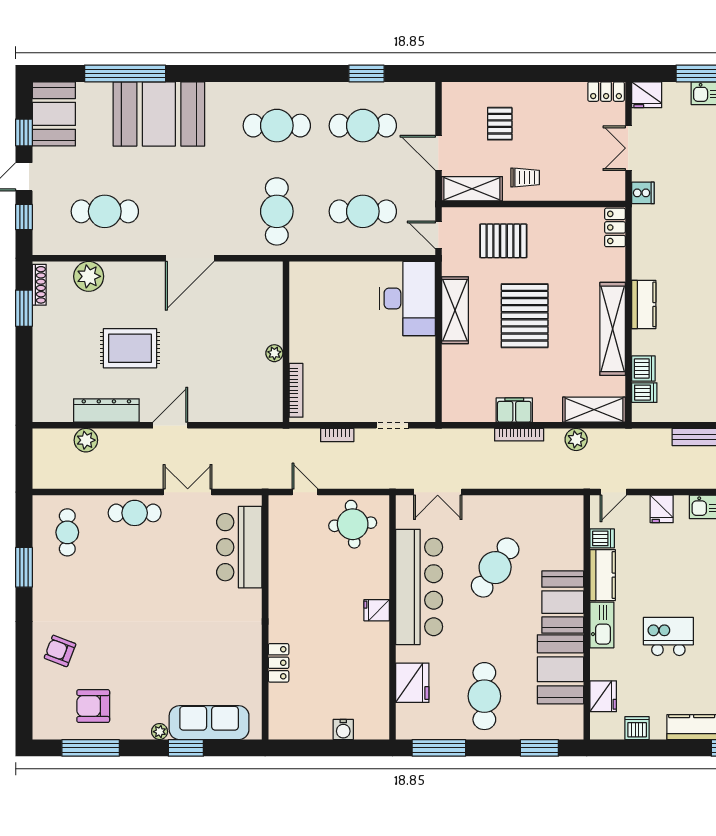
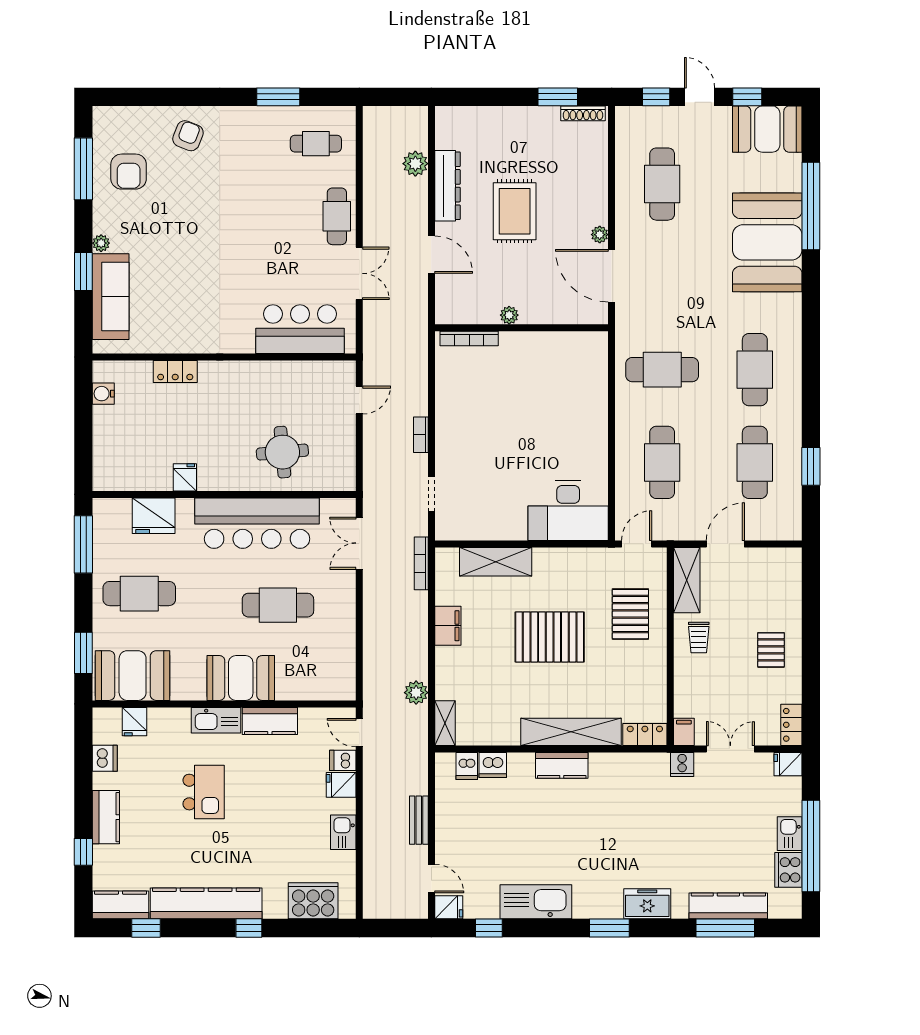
fridge: (647, 95) -> (788, 764), width x0.72
pallet: (500, 124) -> (771, 650), moved, turned 90
filing cabinet: (613, 191) -> (684, 732), added
plant: (89, 276) -> (600, 235), moved, width x0.53, depth x0.53
shelving: (455, 310) -> (496, 562), moved
shelving: (613, 329) -> (571, 732), moved
wall: (286, 342) -> (522, 328), moved
plant: (274, 353) -> (509, 315), moved
bookcase: (296, 390) -> (469, 339), moved
shelving: (594, 410) -> (445, 723), width x0.67, depth x0.75
bookcase: (519, 435) -> (421, 563), moved
round table: (353, 524) -> (282, 452), moved
dishwasher: (602, 538) -> (343, 760), moved, turned 90
cafe table: (495, 568) -> (278, 605), turned -34
fridge: (377, 610) -> (185, 477), moved
booth: (560, 669) -> (133, 676), moved
fridge: (603, 696) -> (135, 722), width x0.72
armchair: (93, 706) -> (129, 172), turned 180
water cooler: (343, 729) -> (103, 394), moved

